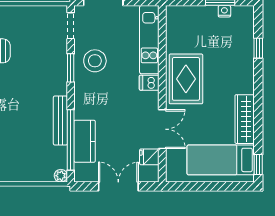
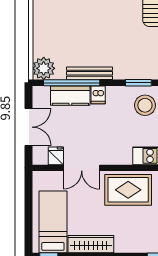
dishwasher: (149, 83) -> (98, 95), moved, turned 180
plant: (61, 176) -> (44, 68), width x1.88, depth x1.88

